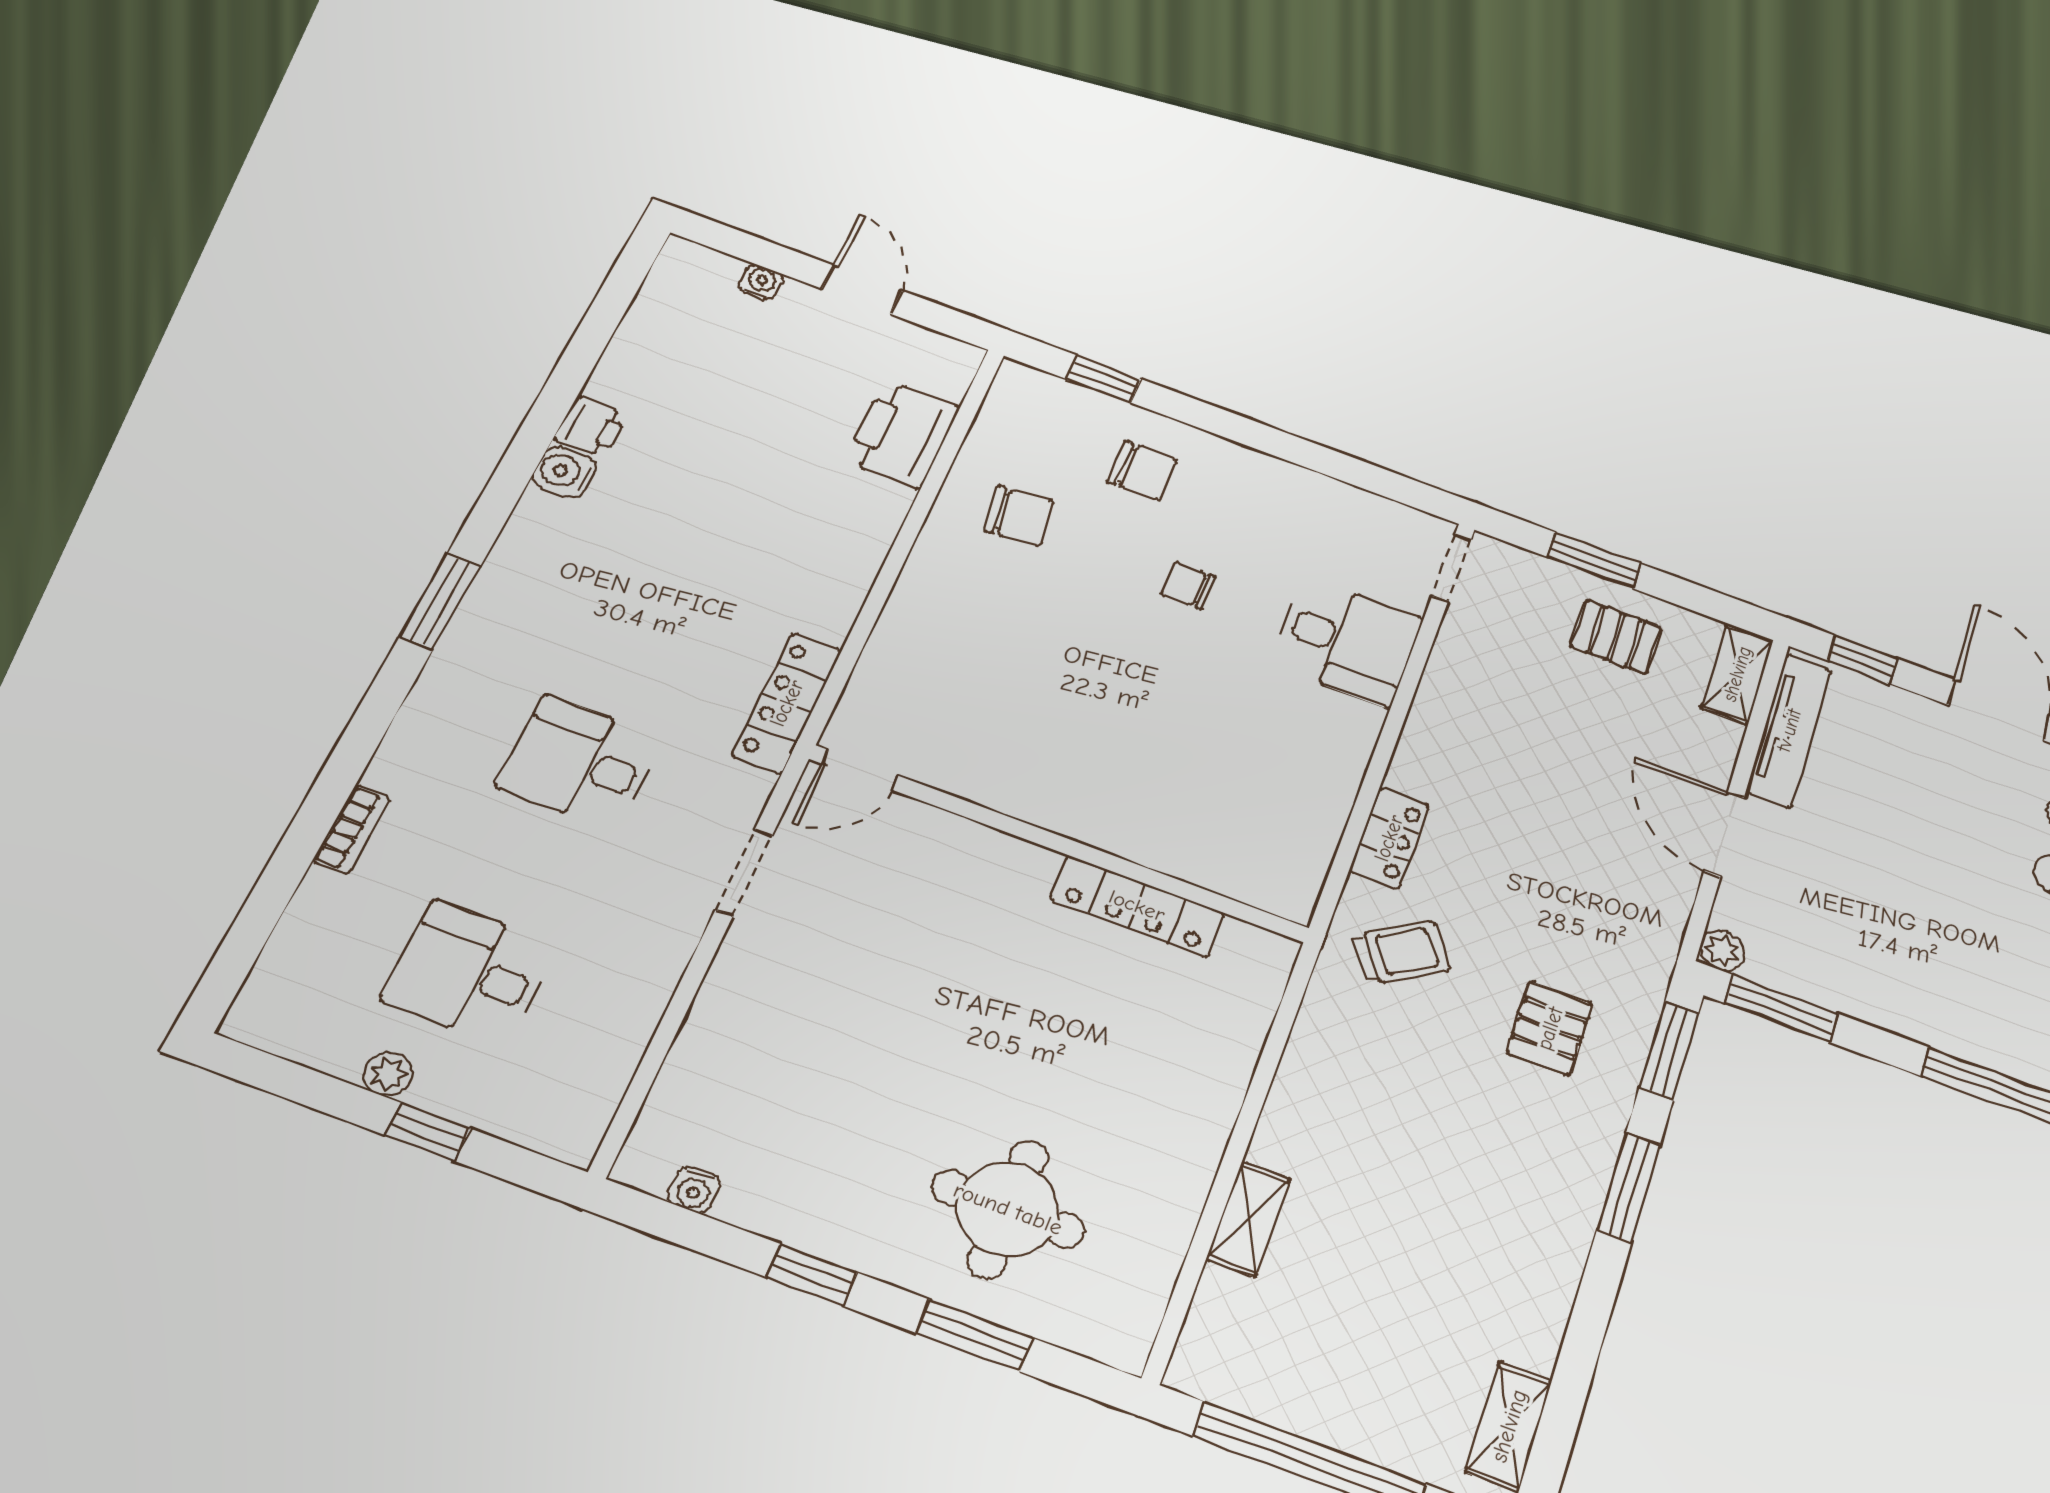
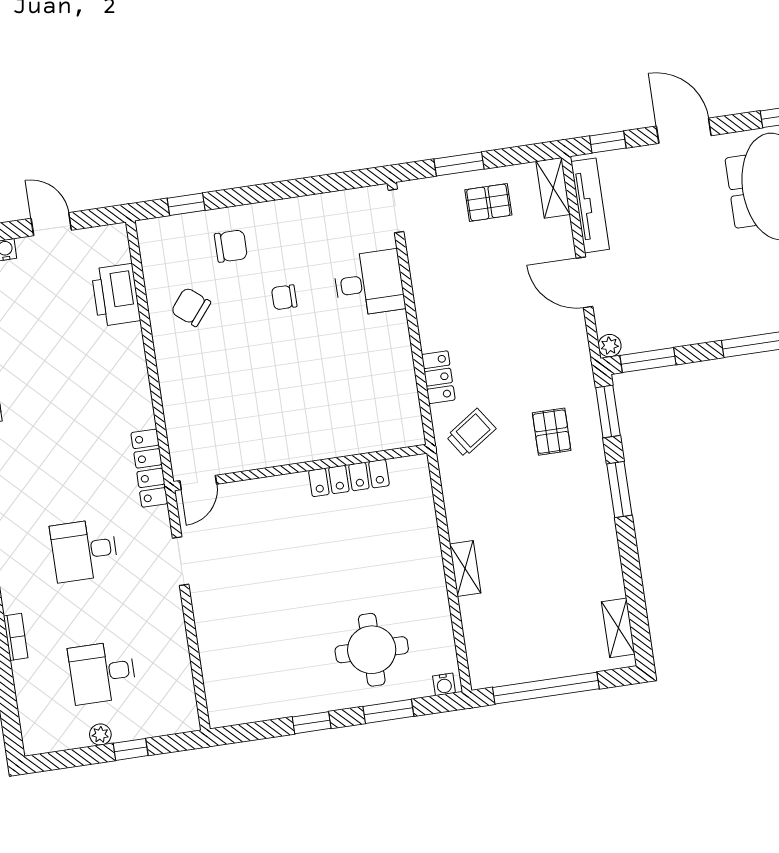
chair: (1019, 516) -> (191, 307), turned -134
water cooler: (694, 1190) -> (444, 684), moved
shelving: (1248, 1219) -> (465, 569), moved

